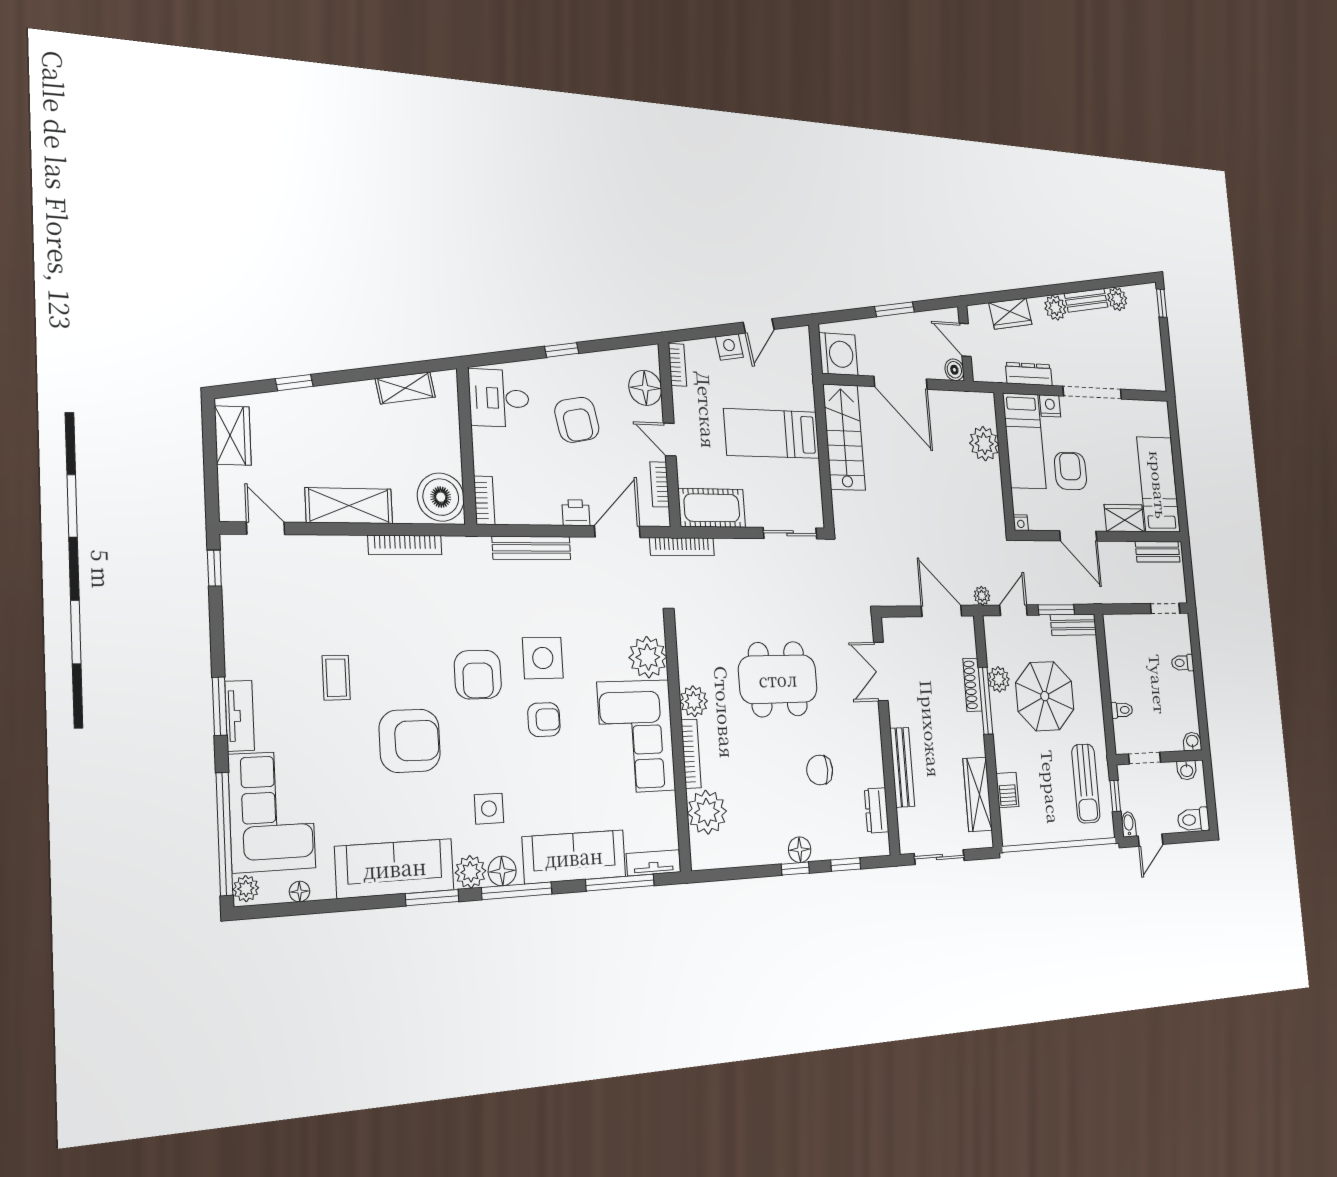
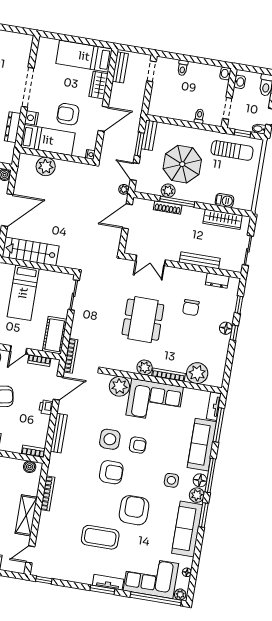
boiler: (441, 497) -> (30, 467), width x0.54, depth x0.54
door: (617, 532) -> (58, 388), swing flipped
coffee table: (336, 678) -> (100, 537), width x1.86, depth x1.72
armchair: (544, 720) -> (138, 445), turned 90

